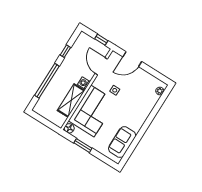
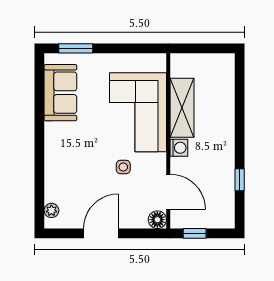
door: (132, 59) -> (101, 233), moved
window: (47, 81) -> (240, 115), removed
floor lamp: (69, 128) -> (157, 220), moved
window: (83, 146) -> (76, 48), moved

